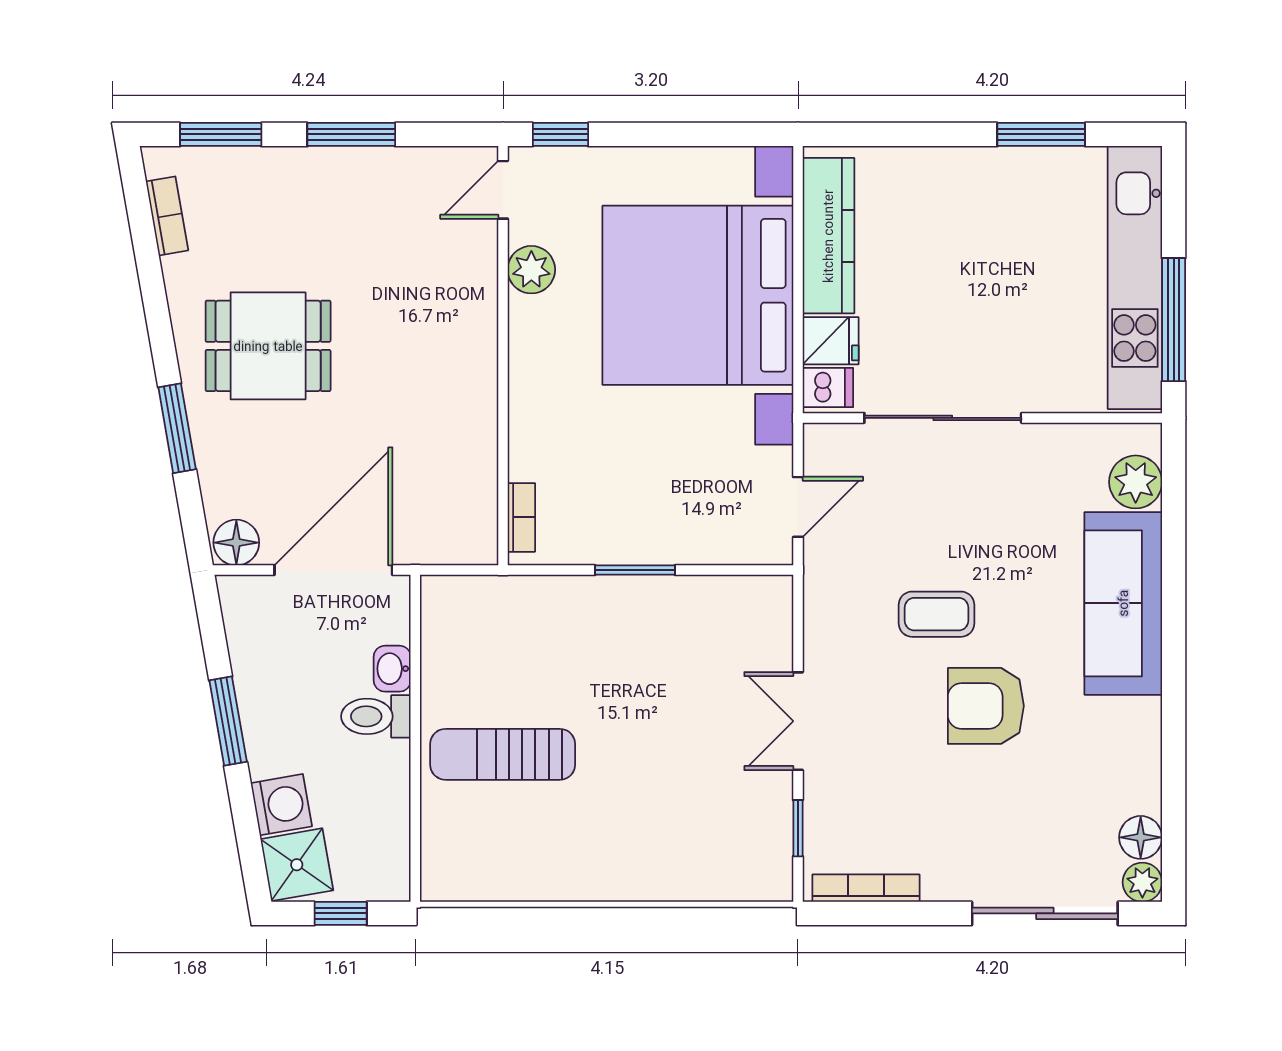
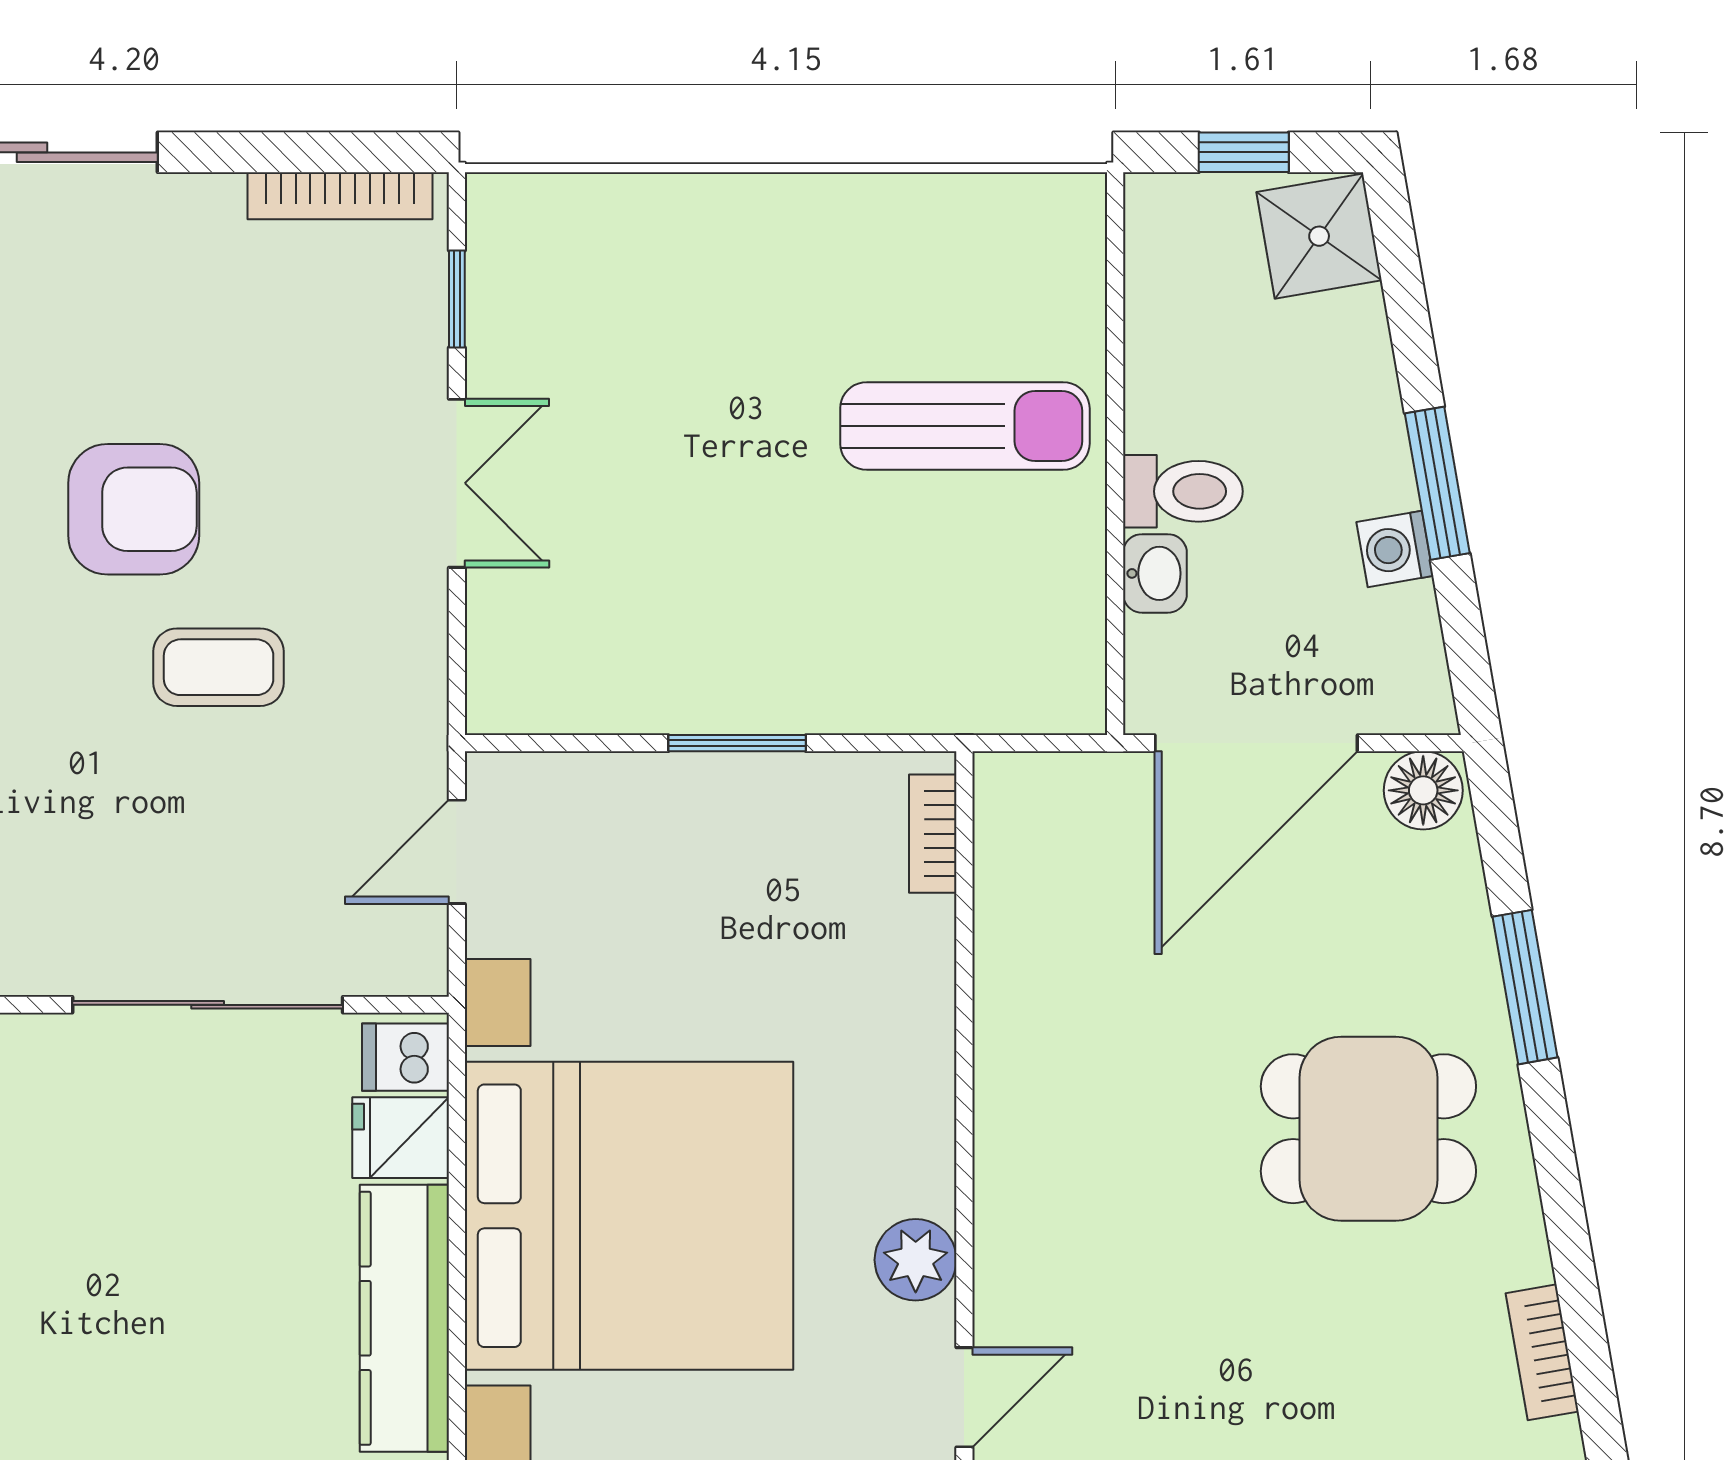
washing machine: (281, 805) -> (1395, 549), moved, width x0.73, depth x0.73

